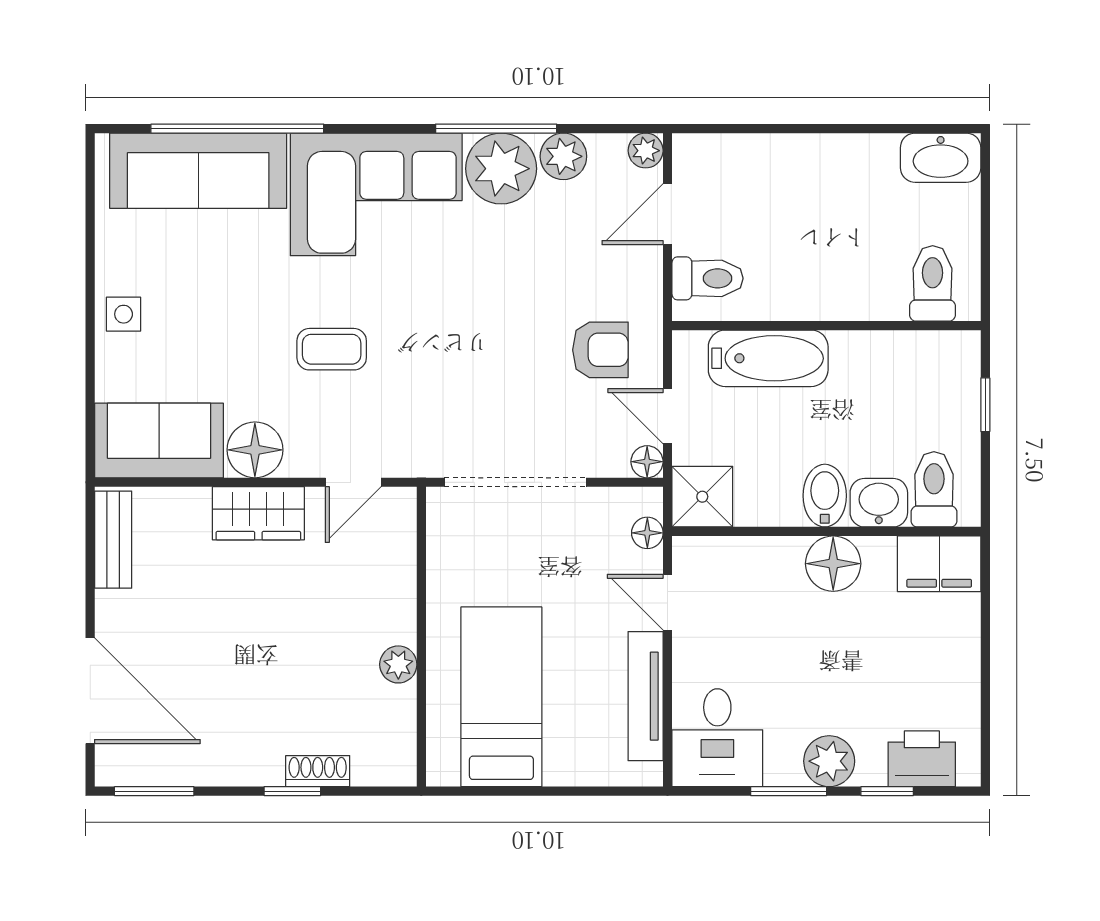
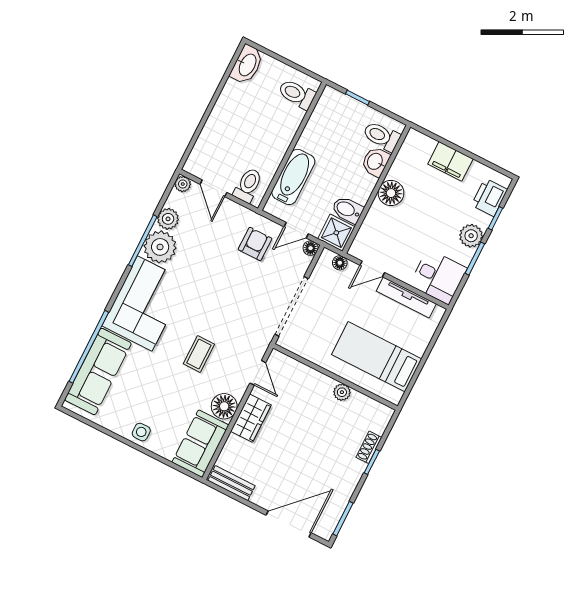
bidet: (825, 496) -> (347, 210), moved
filing cabinet: (939, 564) -> (450, 161), moved, turned 90

